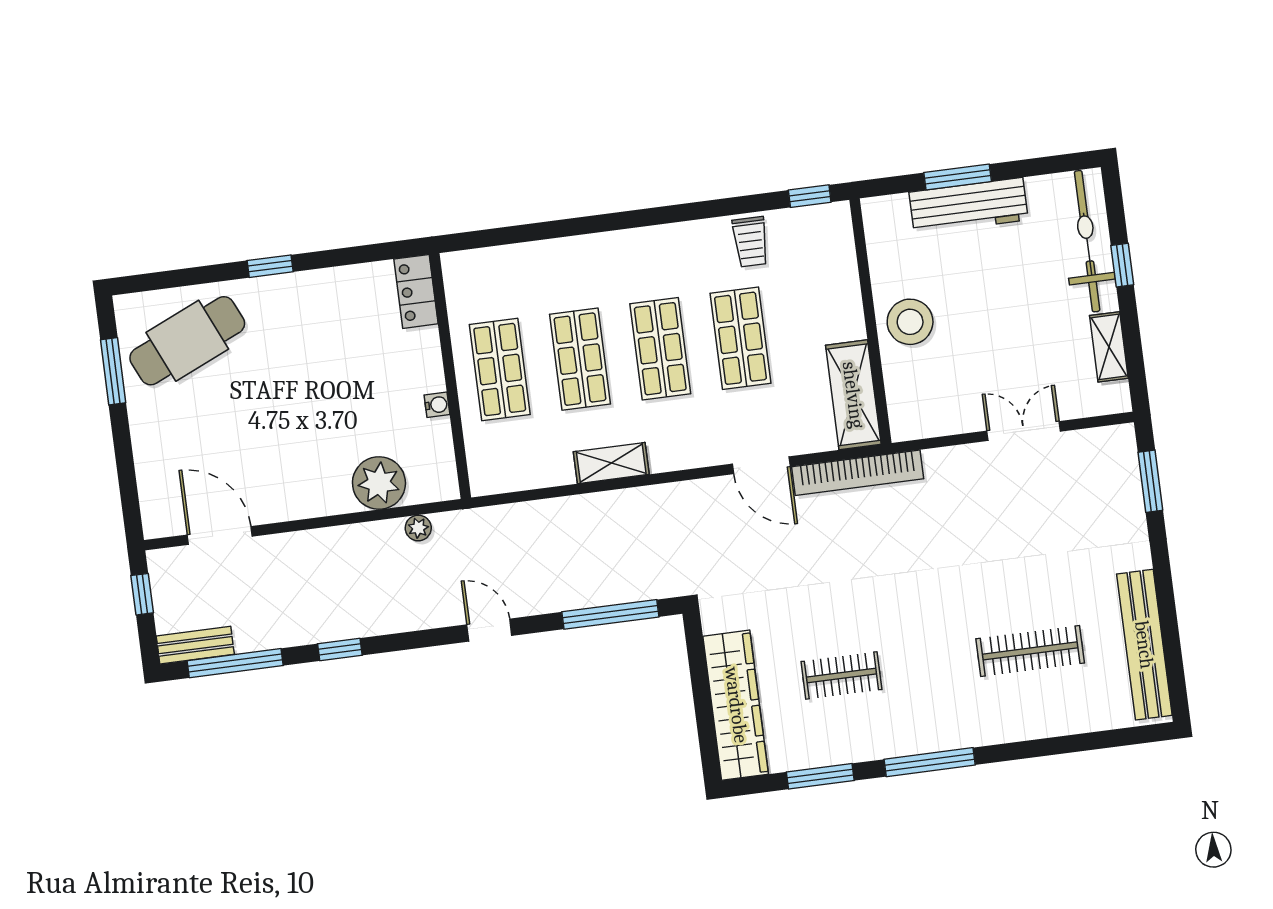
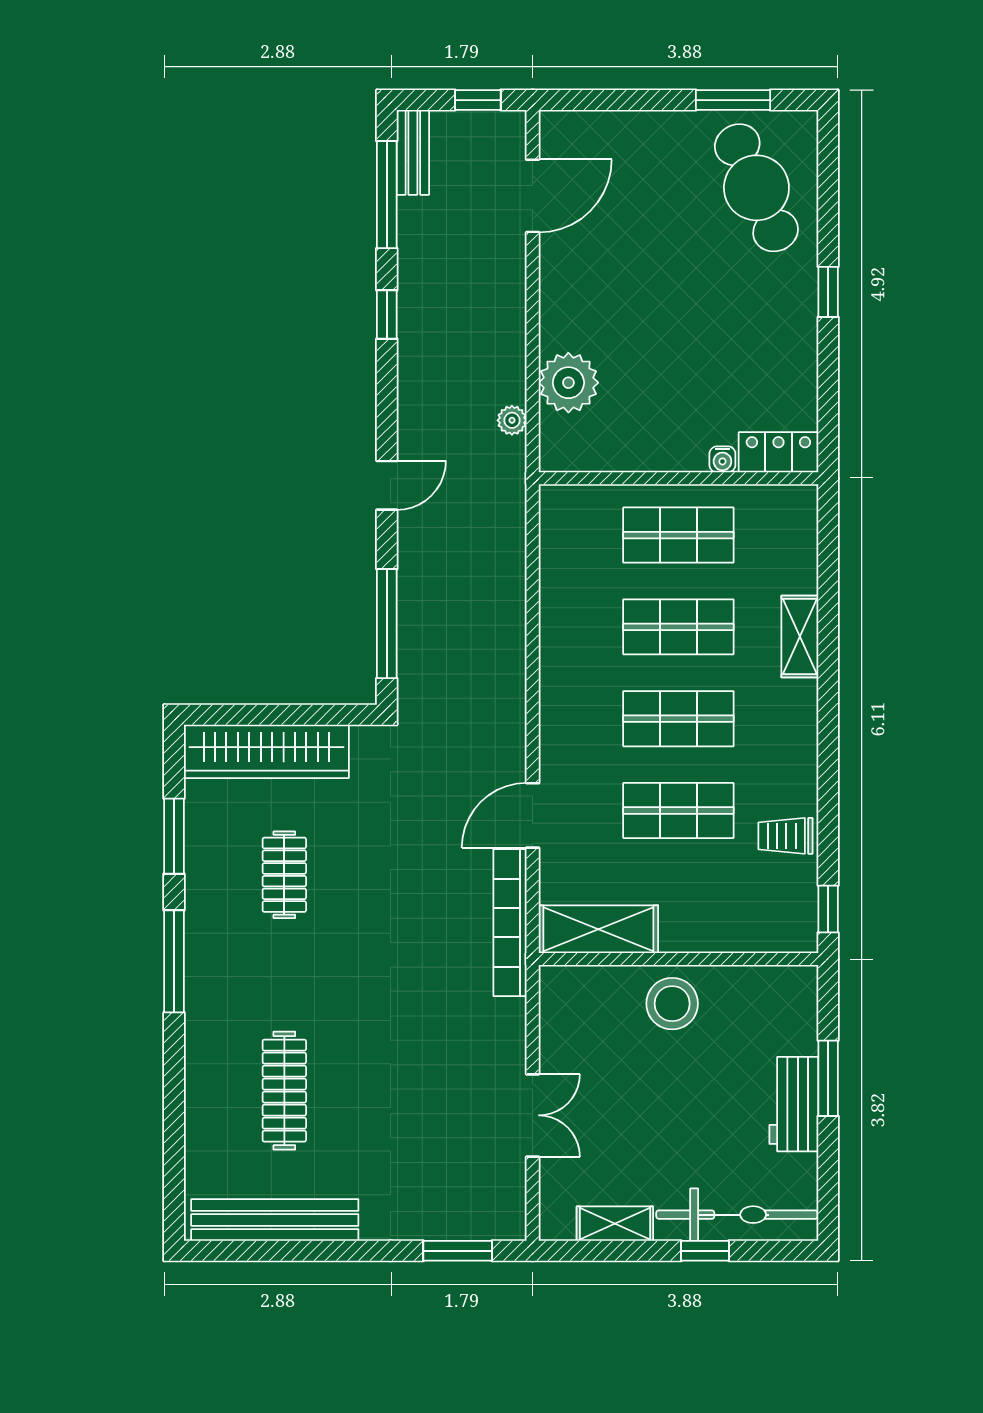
workbench: (969, 206) -> (794, 1104), width x0.73
water cooler: (437, 405) -> (722, 459), moved
shelving: (611, 463) -> (800, 636), moved

